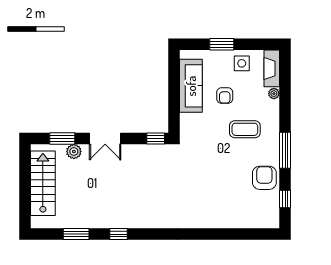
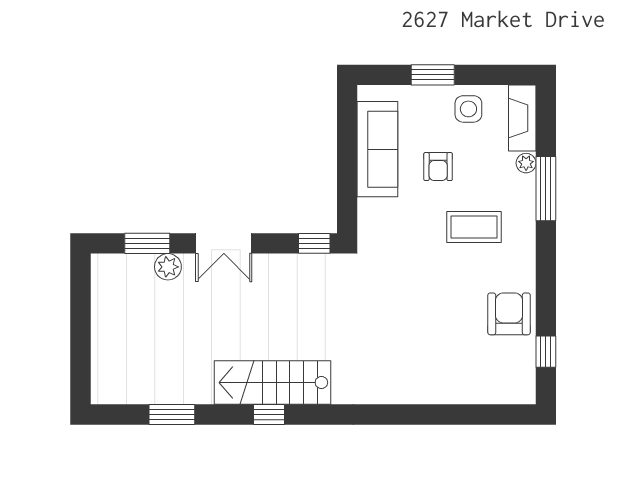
window: (285, 150) -> (546, 189), moved
stairs: (43, 183) -> (273, 383), moved, turned -90
window: (119, 234) -> (269, 415), moved

